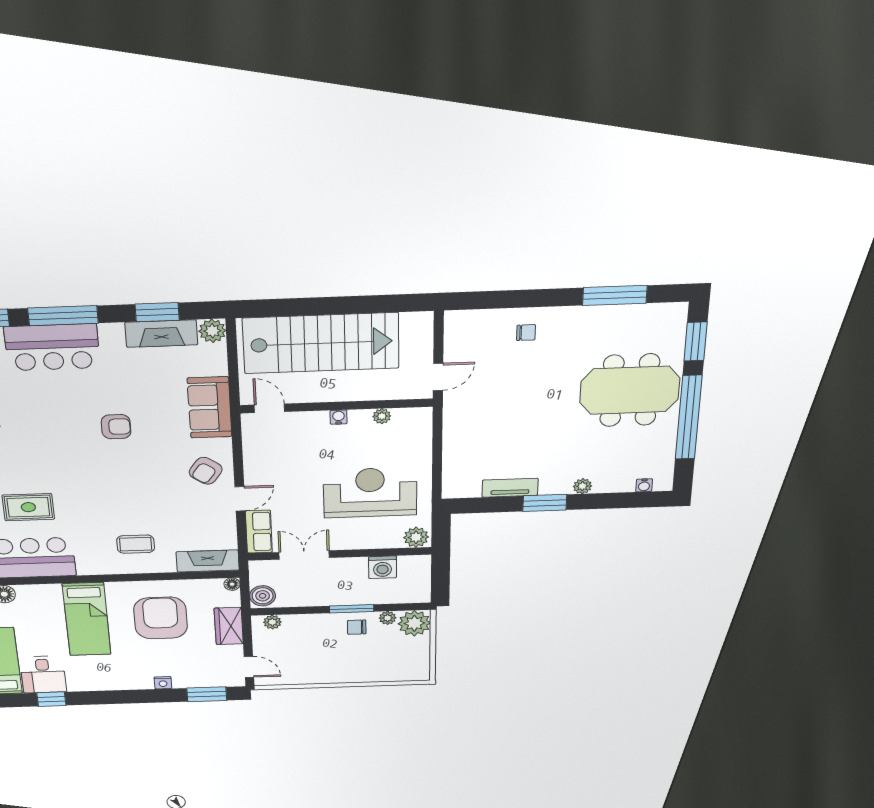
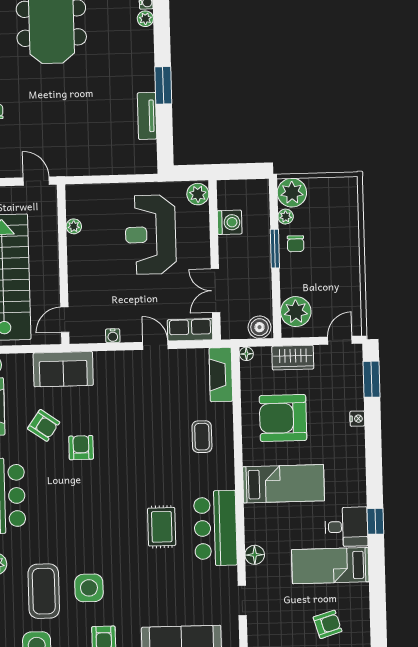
water cooler: (339, 417) -> (113, 336), moved, turned -90
armchair: (206, 471) -> (44, 425), moved
plant: (582, 486) -> (145, 19), moved
plant: (272, 622) -> (296, 312), width x1.88, depth x1.88

